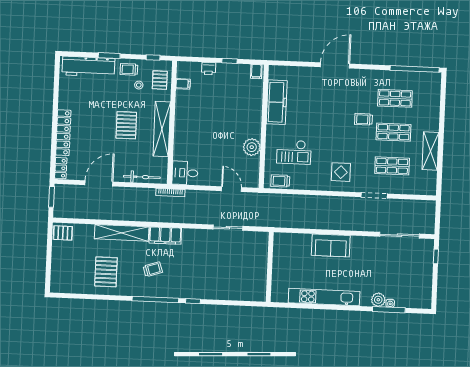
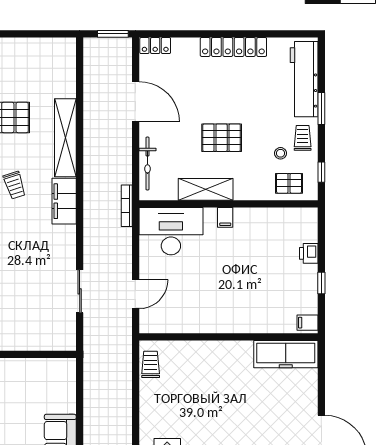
filing cabinet: (183, 84) -> (225, 217), moved
freezer: (277, 102) -> (286, 354), moved
shelving: (162, 129) -> (206, 189), width x0.68
locker: (63, 133) -> (233, 47), moved
plant: (252, 147) -> (198, 321), removed
checkout: (294, 152) -> (193, 382), removed
desk: (185, 173) -> (171, 231), width x1.87, depth x1.30
pallet: (63, 233) -> (61, 53), removed

